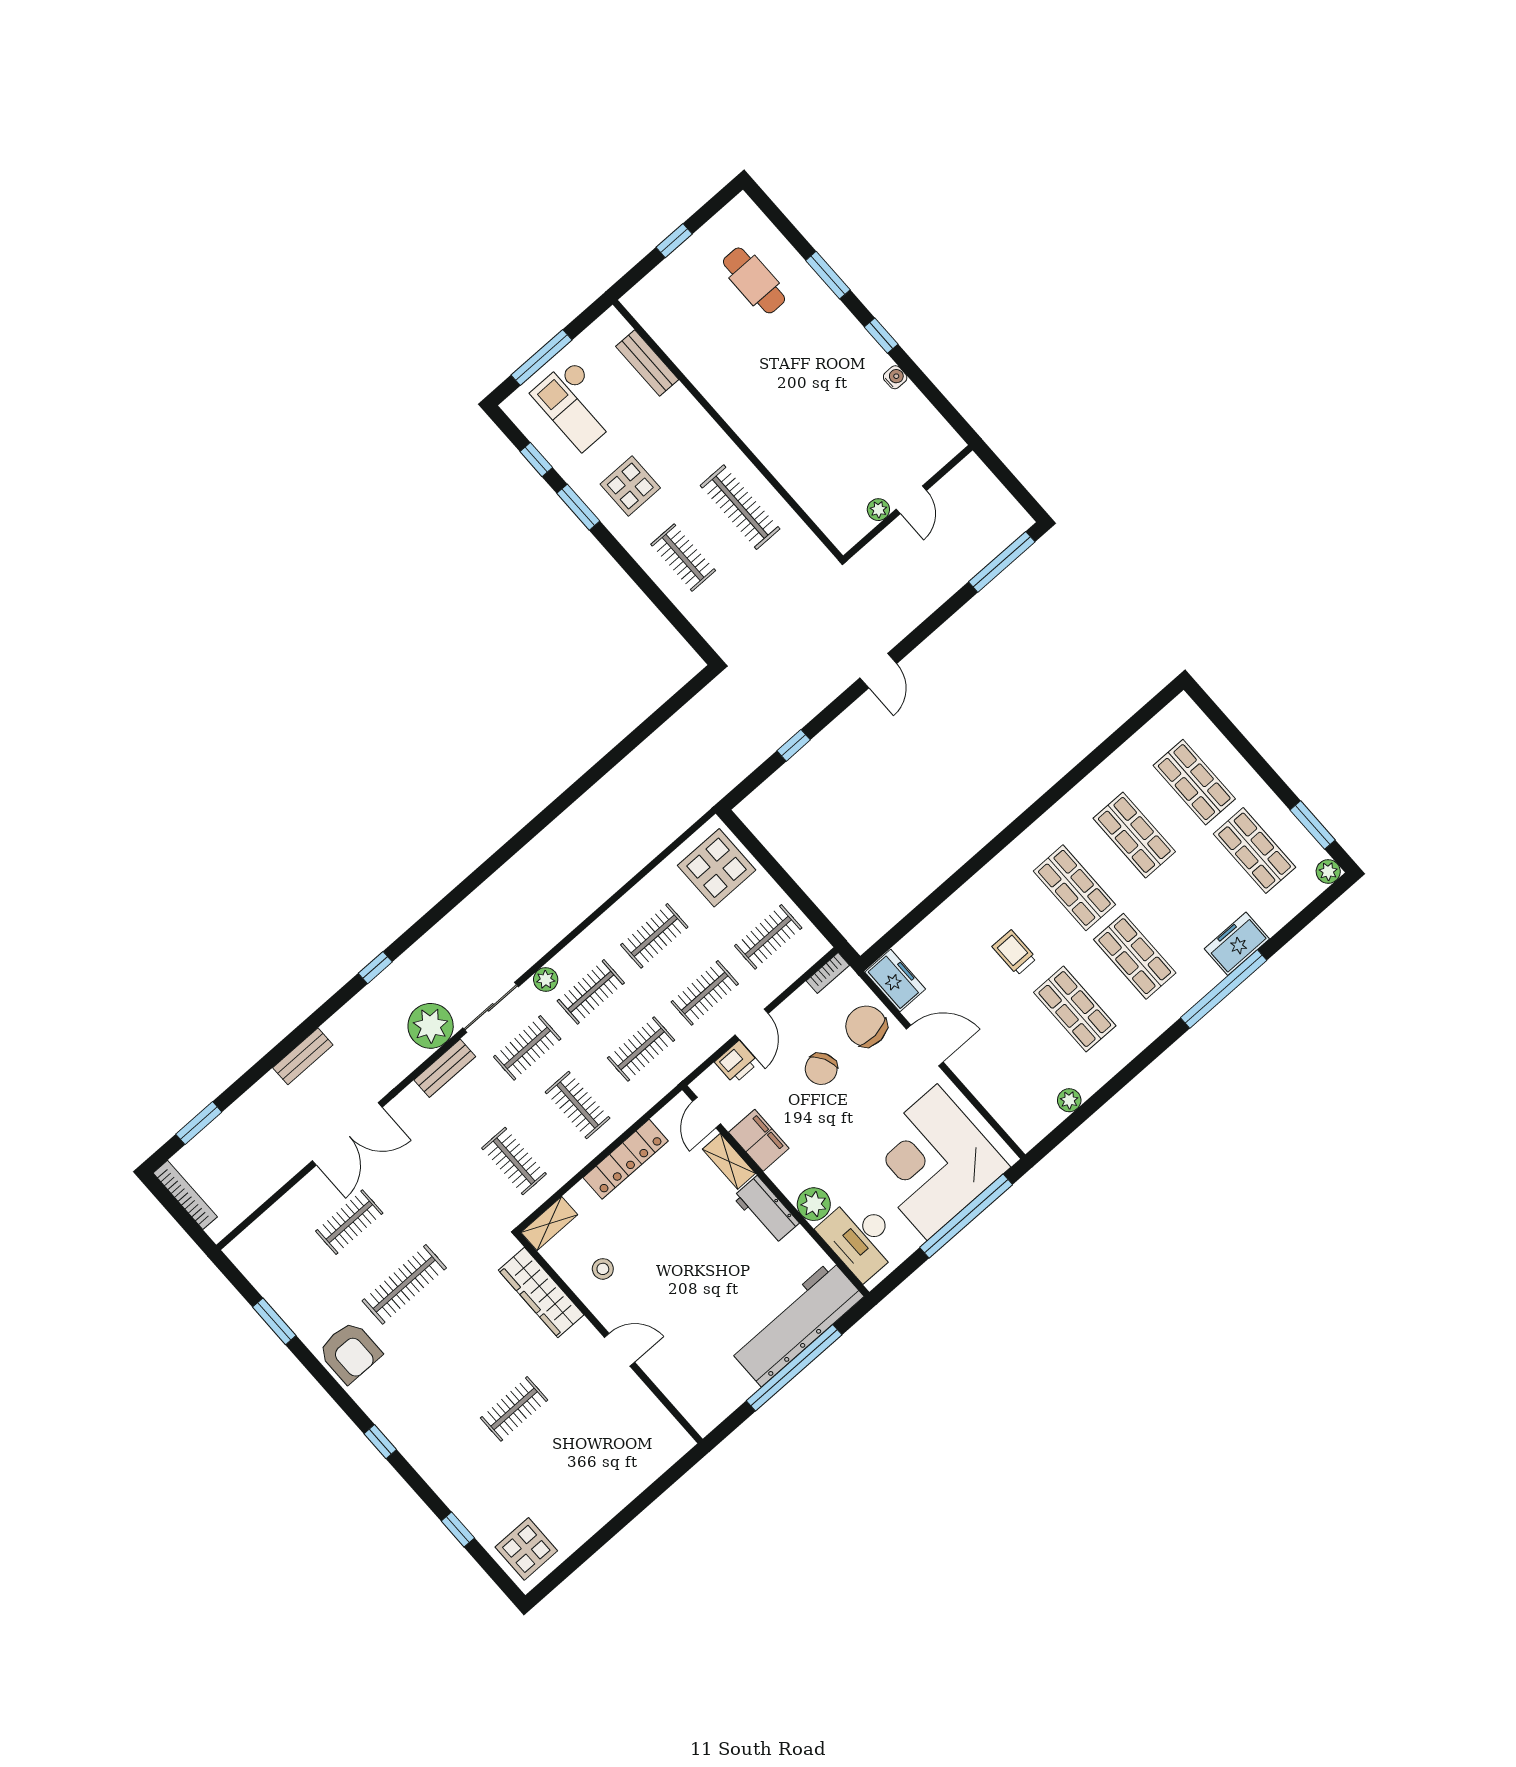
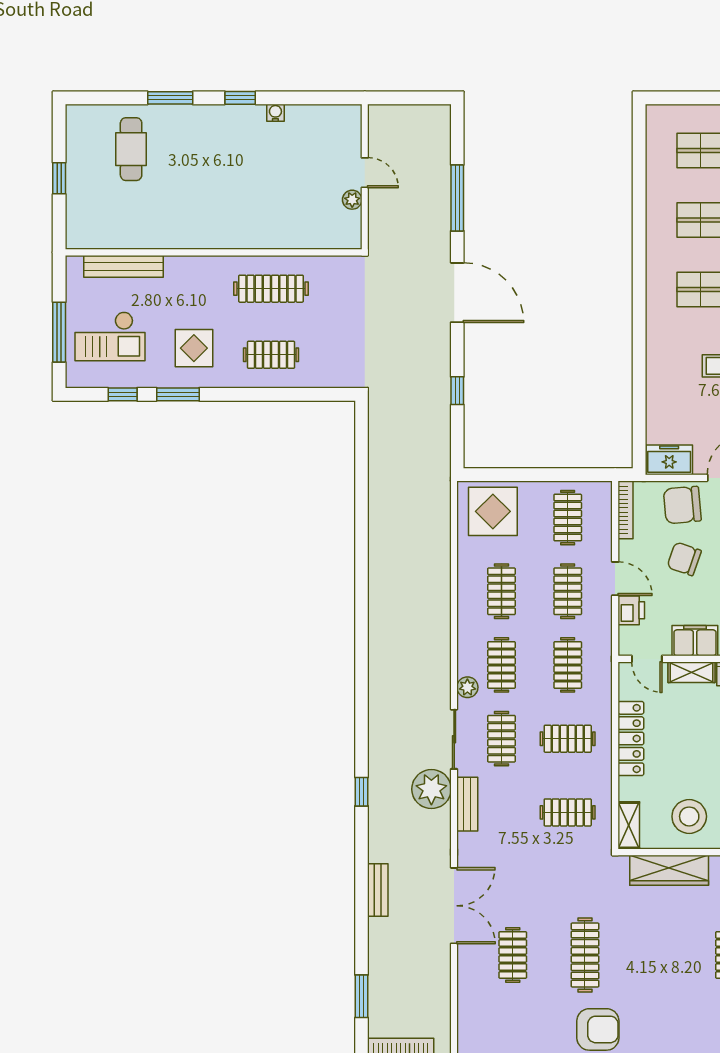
cafe table: (754, 280) -> (131, 149), turned 90
bench: (647, 363) -> (123, 266), width x1.36
window: (1002, 562) -> (457, 198), moved
door: (878, 671) -> (457, 293), width x1.87
bookcase: (828, 973) -> (626, 510), width x1.56
chair: (821, 1069) -> (684, 559), turned 136
stool: (603, 1269) -> (689, 816), width x1.89, depth x1.89

